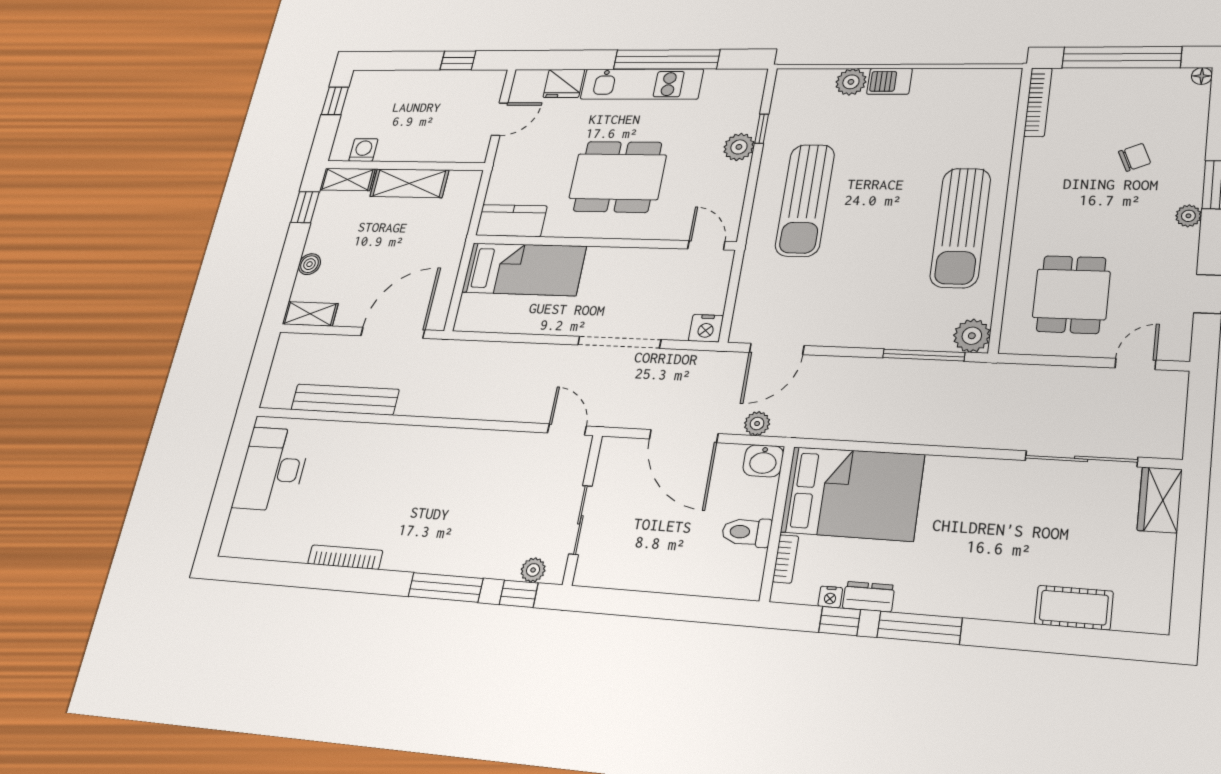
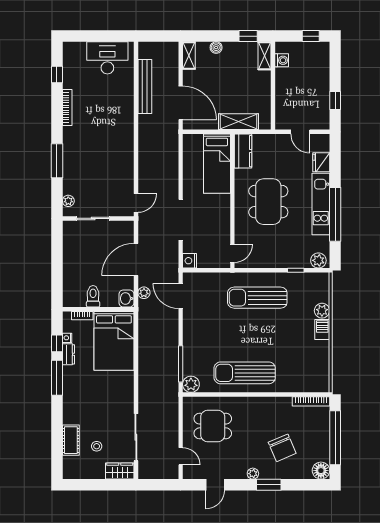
floor lamp: (1202, 76) -> (321, 471), width x1.89, depth x1.89
plant: (739, 147) -> (318, 260), moved
chair: (1135, 157) -> (282, 448), width x1.87, depth x1.87
shelving: (409, 183) -> (239, 122), moved, turned 90
stool: (1094, 549) -> (97, 446), added
window: (519, 594) -> (57, 75), moved

